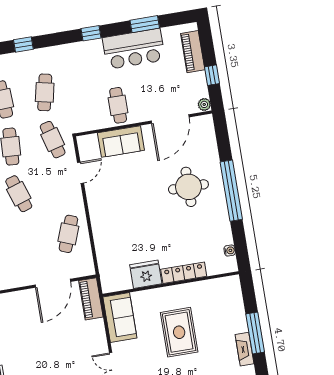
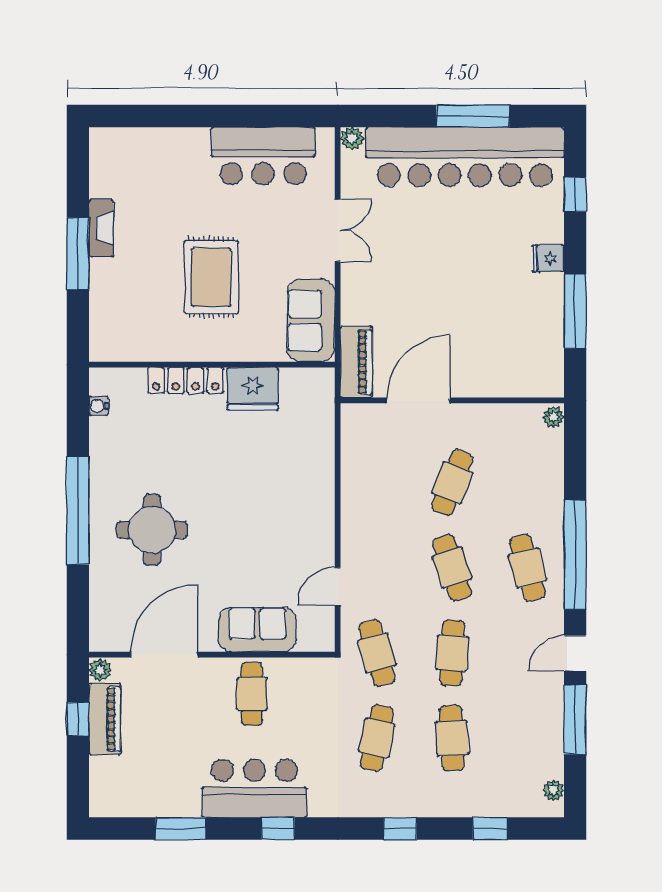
bar counter: (134, 49) -> (254, 788), moved
piano: (193, 52) -> (105, 719), moved
cafe table: (68, 234) -> (452, 483), moved

